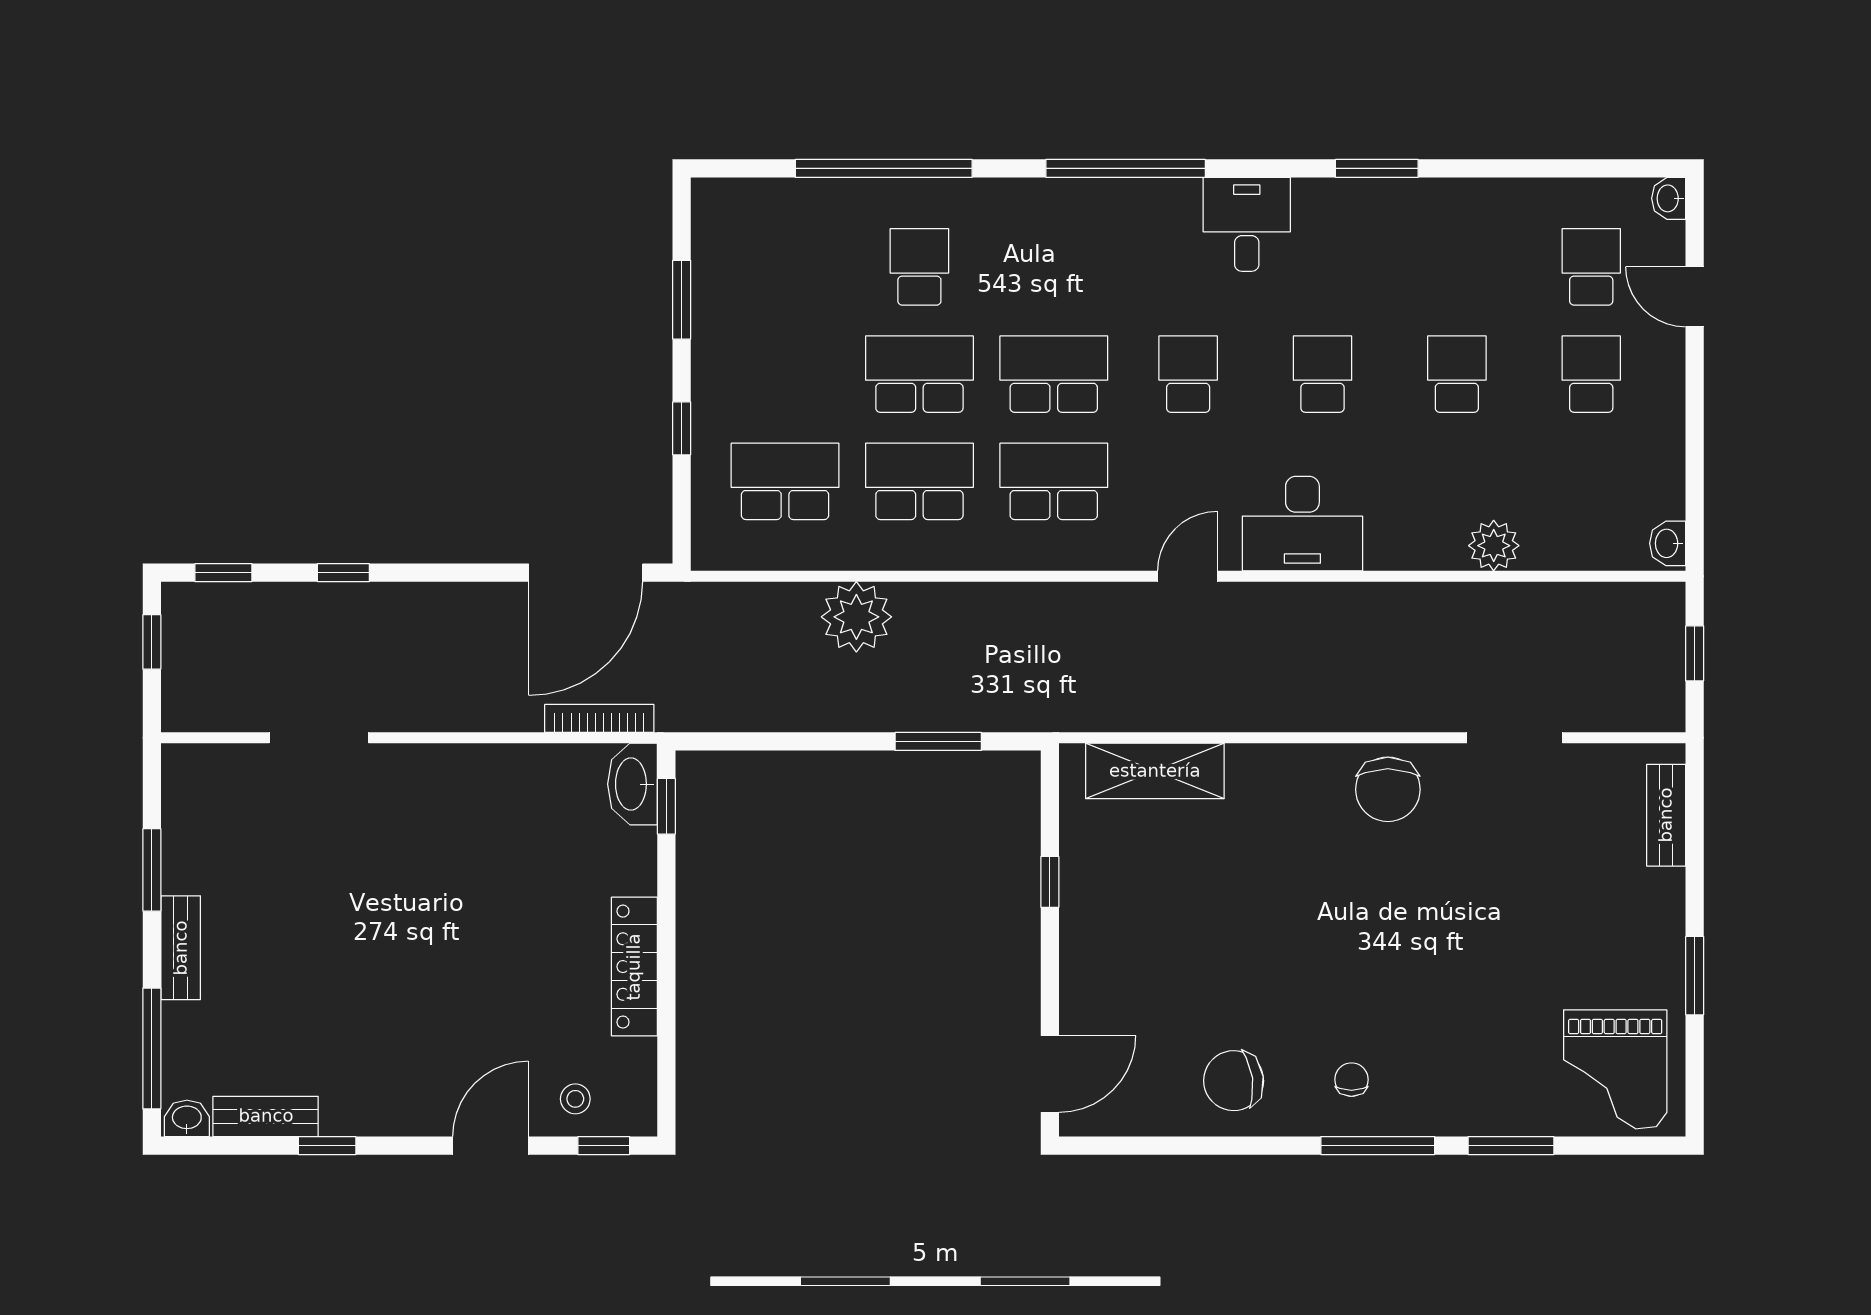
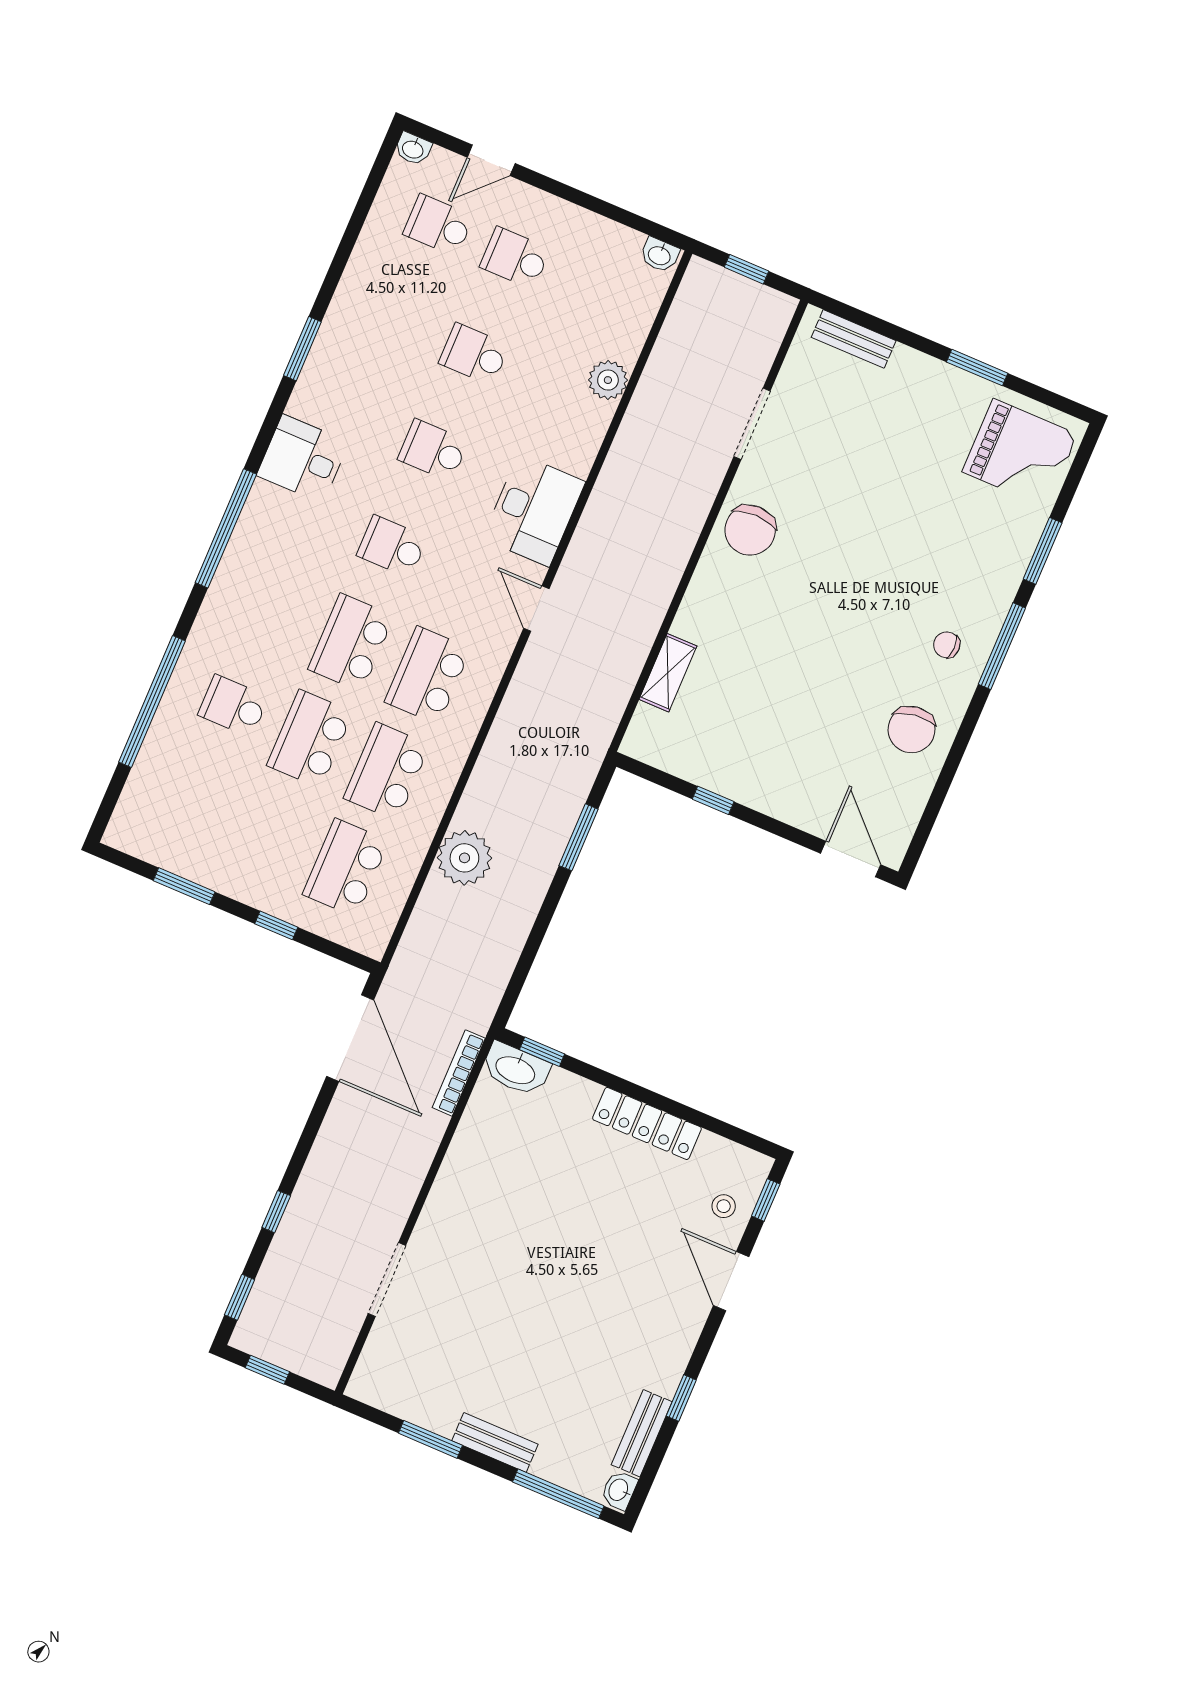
shelving: (1155, 771) -> (668, 673), width x0.67, depth x0.75
chair: (1388, 789) -> (750, 530), turned 90

